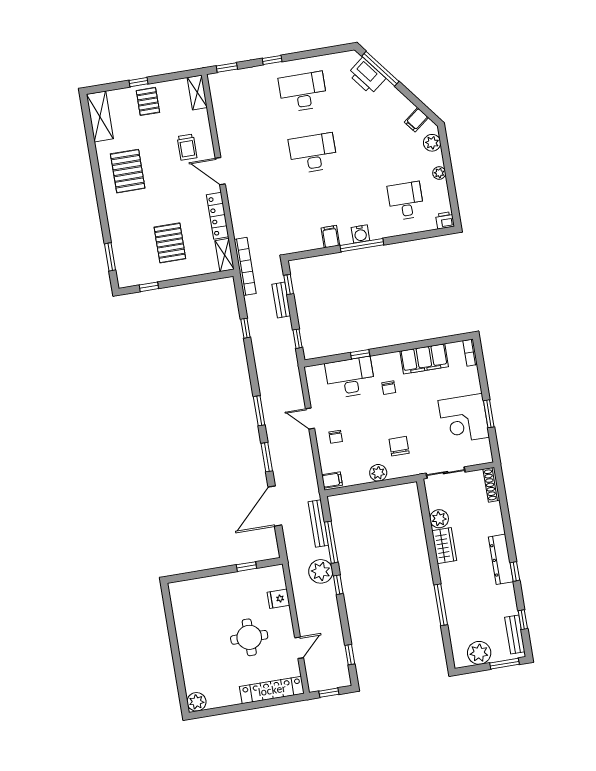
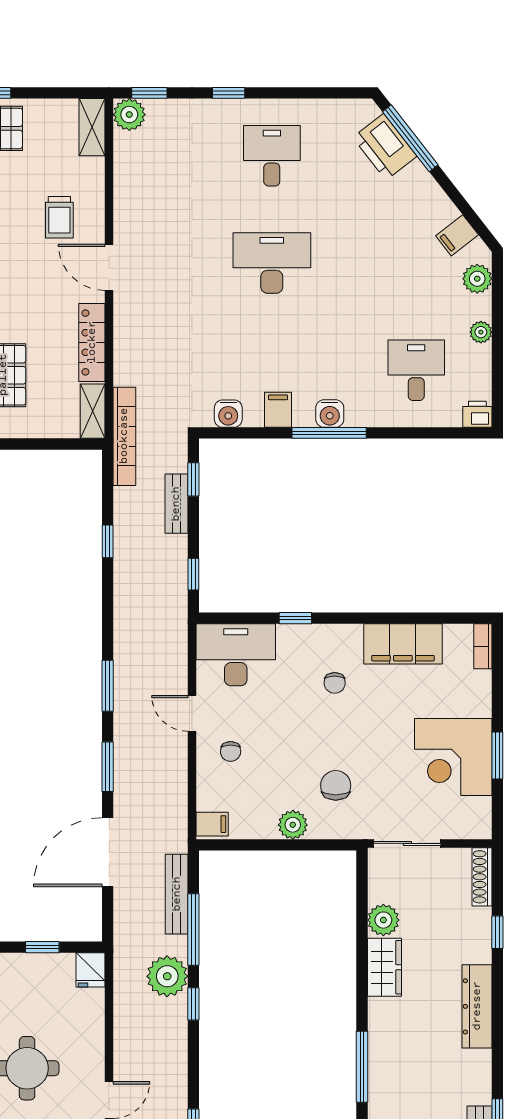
plant: (217, 82) -> (129, 115), added
desk: (303, 92) -> (272, 156), width x0.73
water cooler: (302, 244) -> (228, 414), added
desk: (350, 378) -> (236, 655), moved
window: (515, 571) -> (497, 932), moved
fridge: (278, 599) -> (90, 970), moved, turned -90

